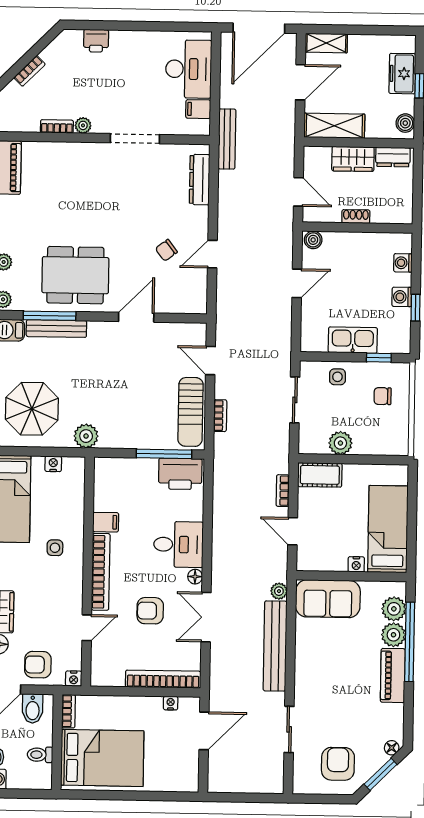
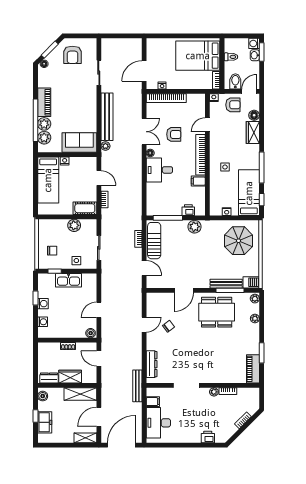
plant: (86, 436) -> (194, 227), moved
printer: (180, 474) -> (188, 210), moved, width x0.53, depth x0.68

